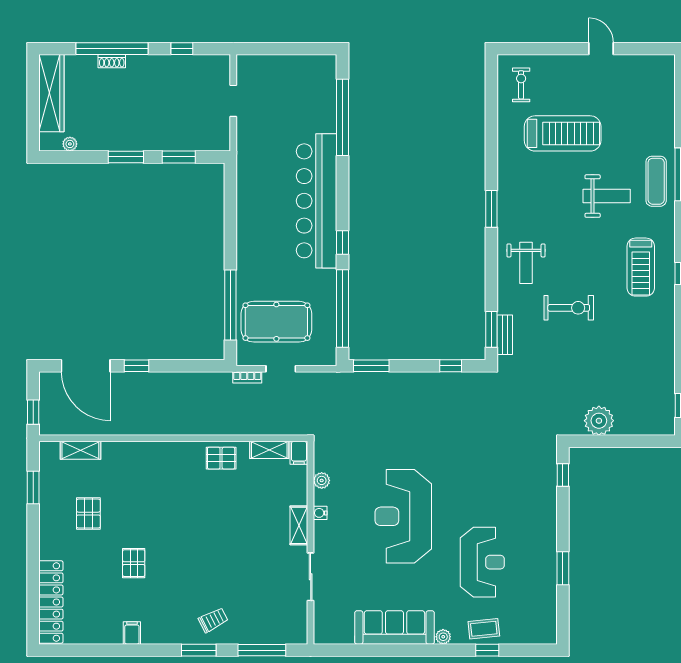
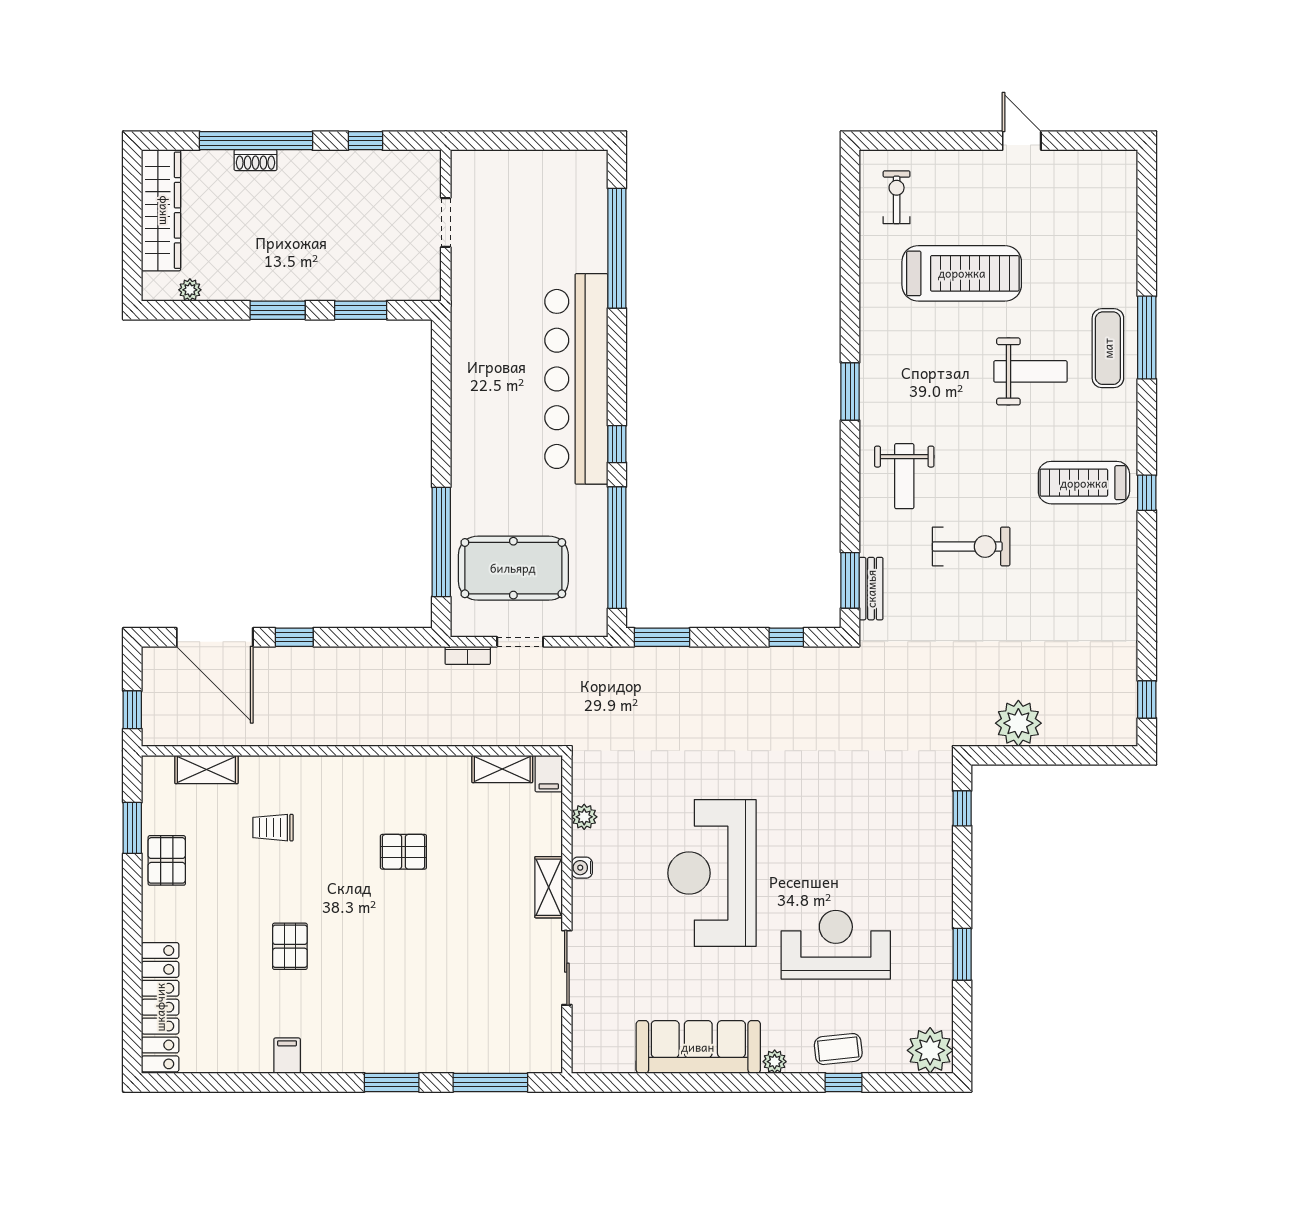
treadmill: (641, 267) -> (1084, 483), turned 90
pallet: (221, 458) -> (403, 852), moved
pallet: (88, 514) -> (167, 860), moved
reception desk: (482, 562) -> (836, 945), turned -90
trolley: (213, 620) -> (273, 828), moved, turned -153
plant: (542, 630) -> (930, 1050), added

